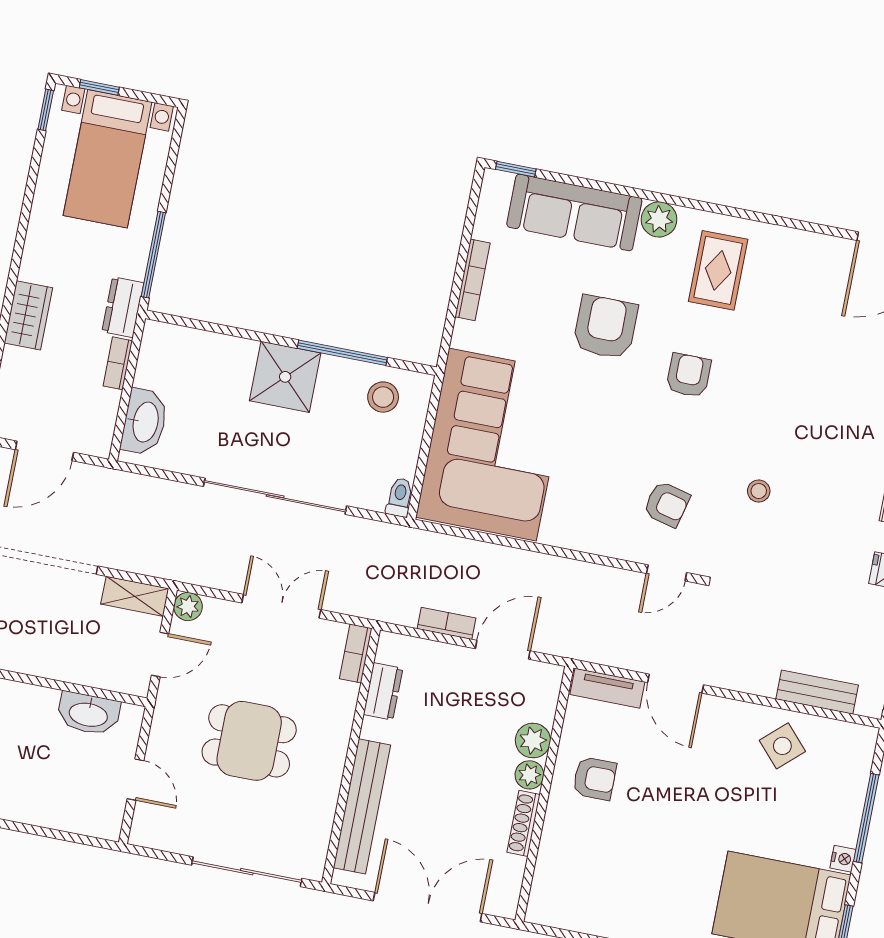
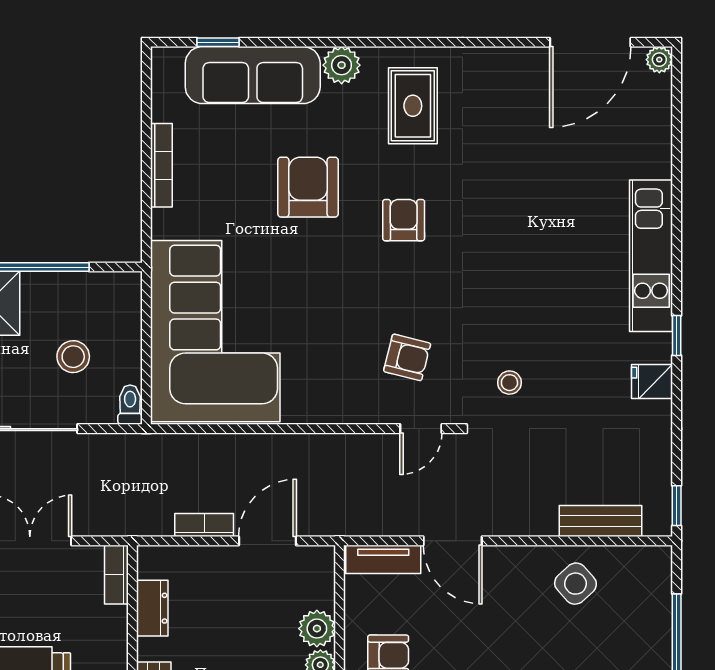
window: (516, 169) -> (218, 42), moved
stool: (383, 397) -> (73, 357), moved
stool: (759, 491) -> (509, 383), moved

